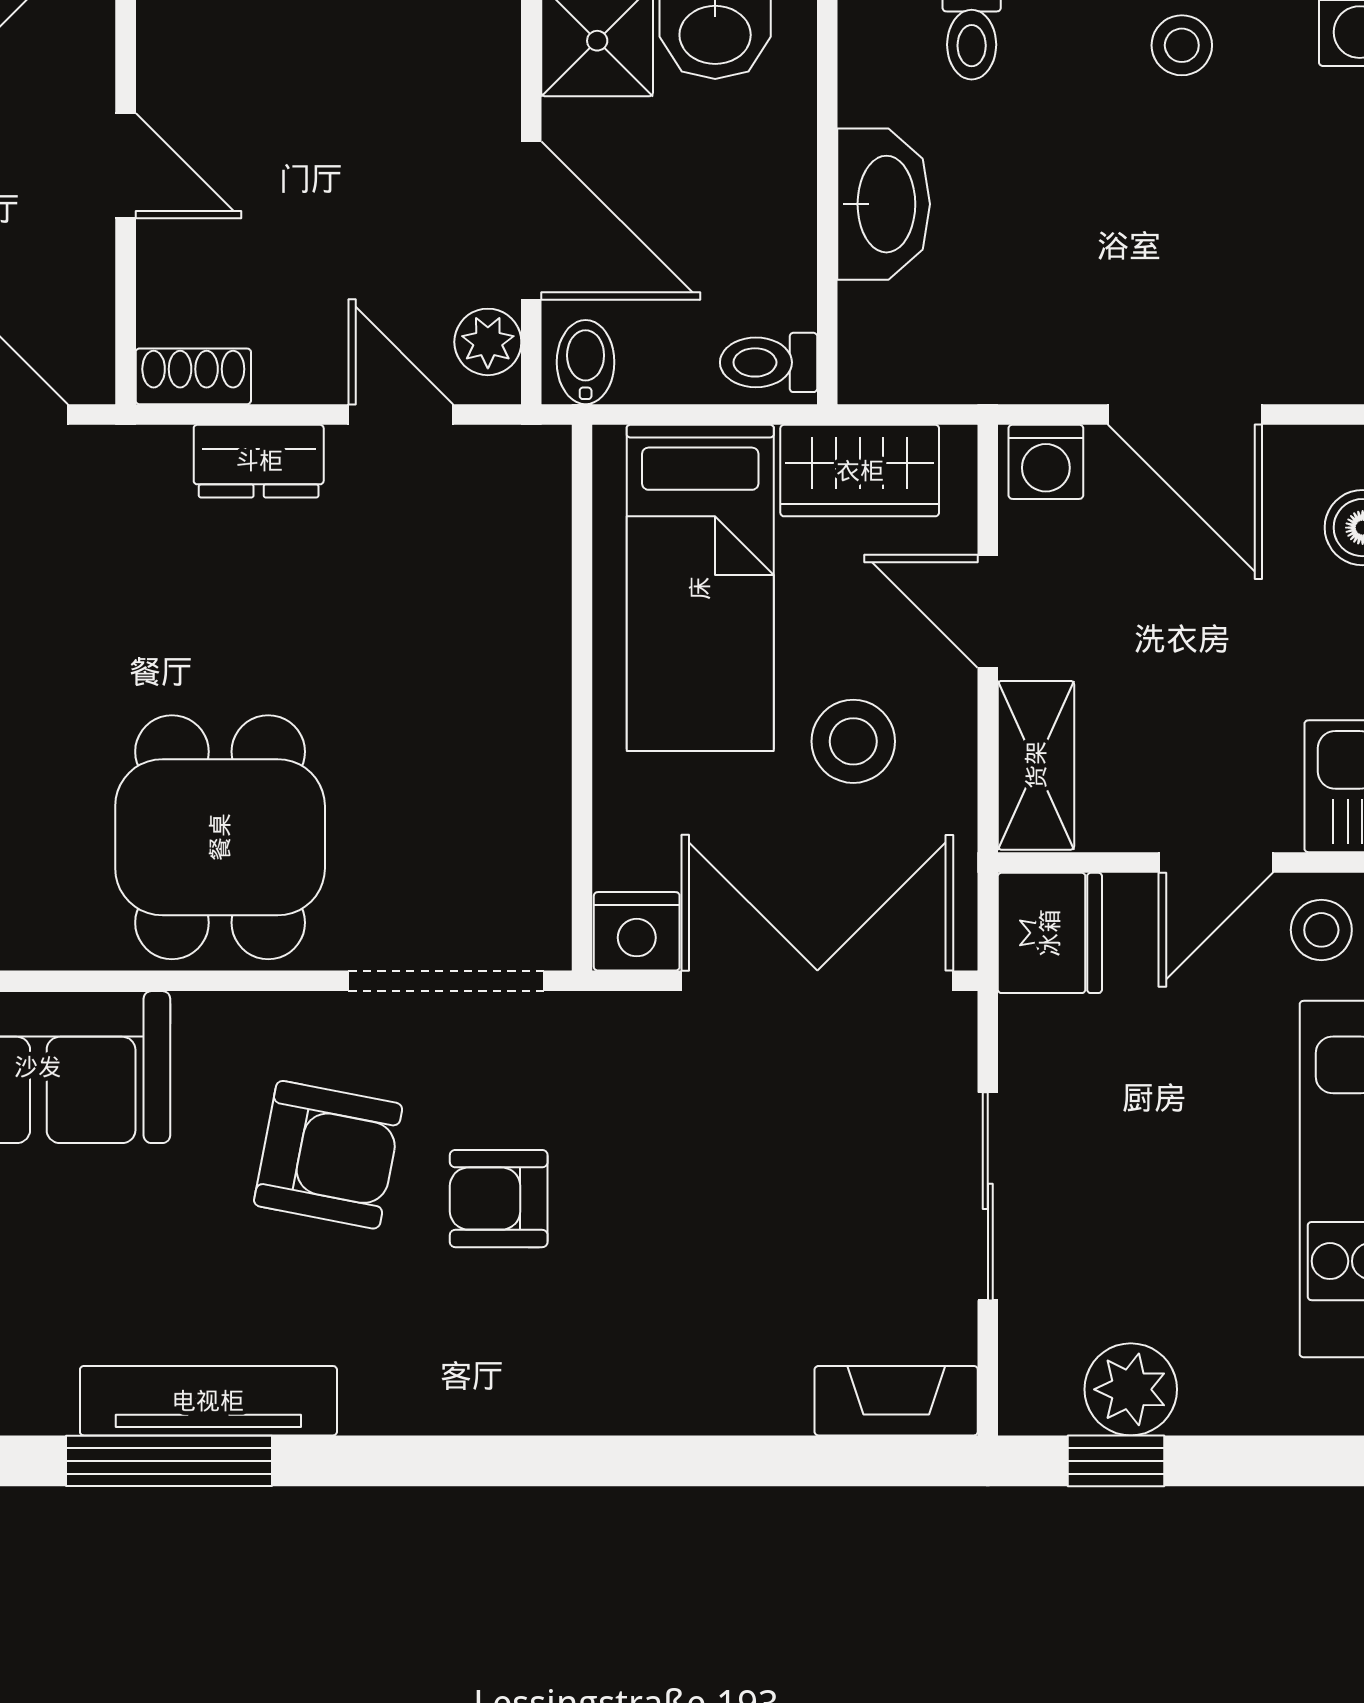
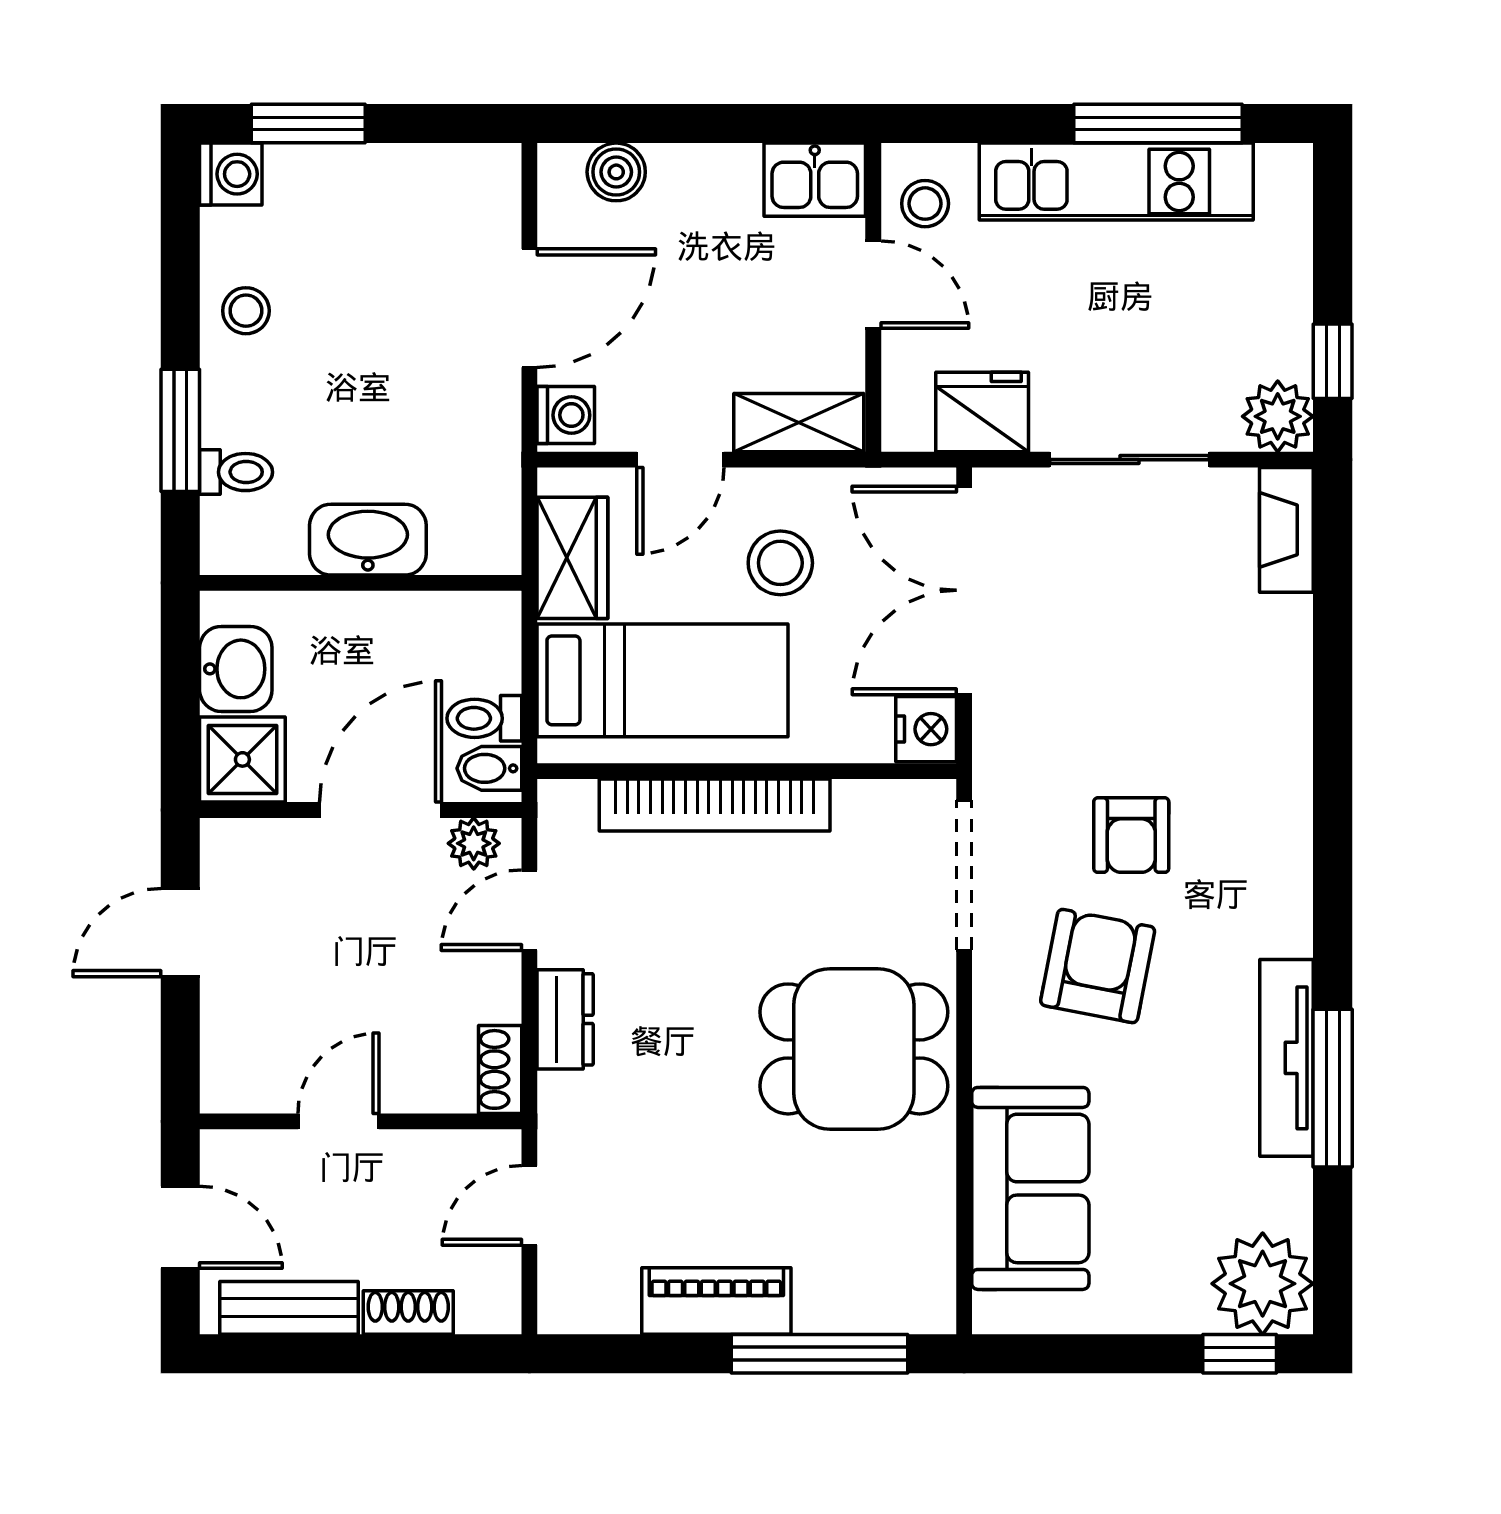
toilet: (769, 362) -> (484, 718), moved, turned 90
bookcase: (538, 656) -> (715, 805), added
fridge: (1050, 933) -> (982, 412), moved
plant: (1131, 1389) -> (1278, 416), moved

